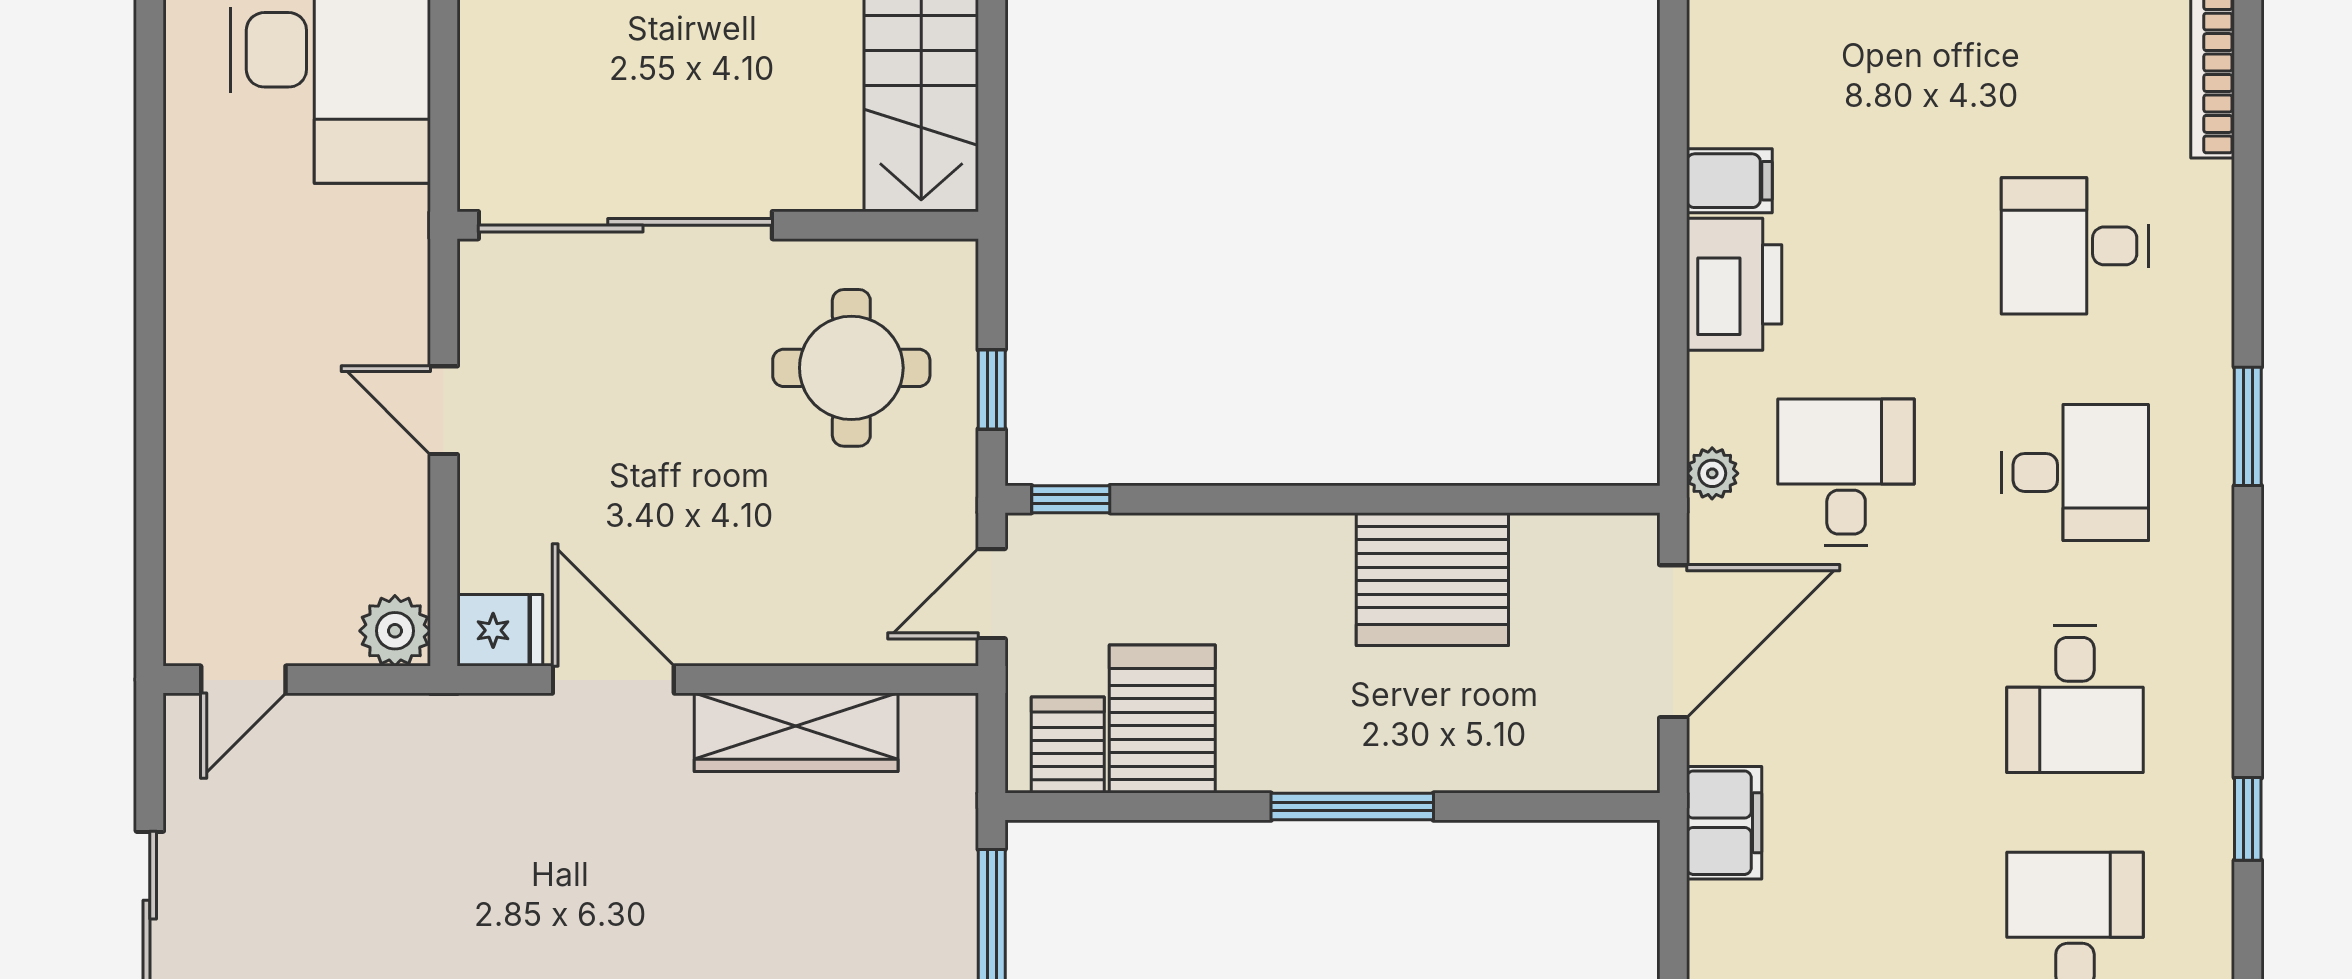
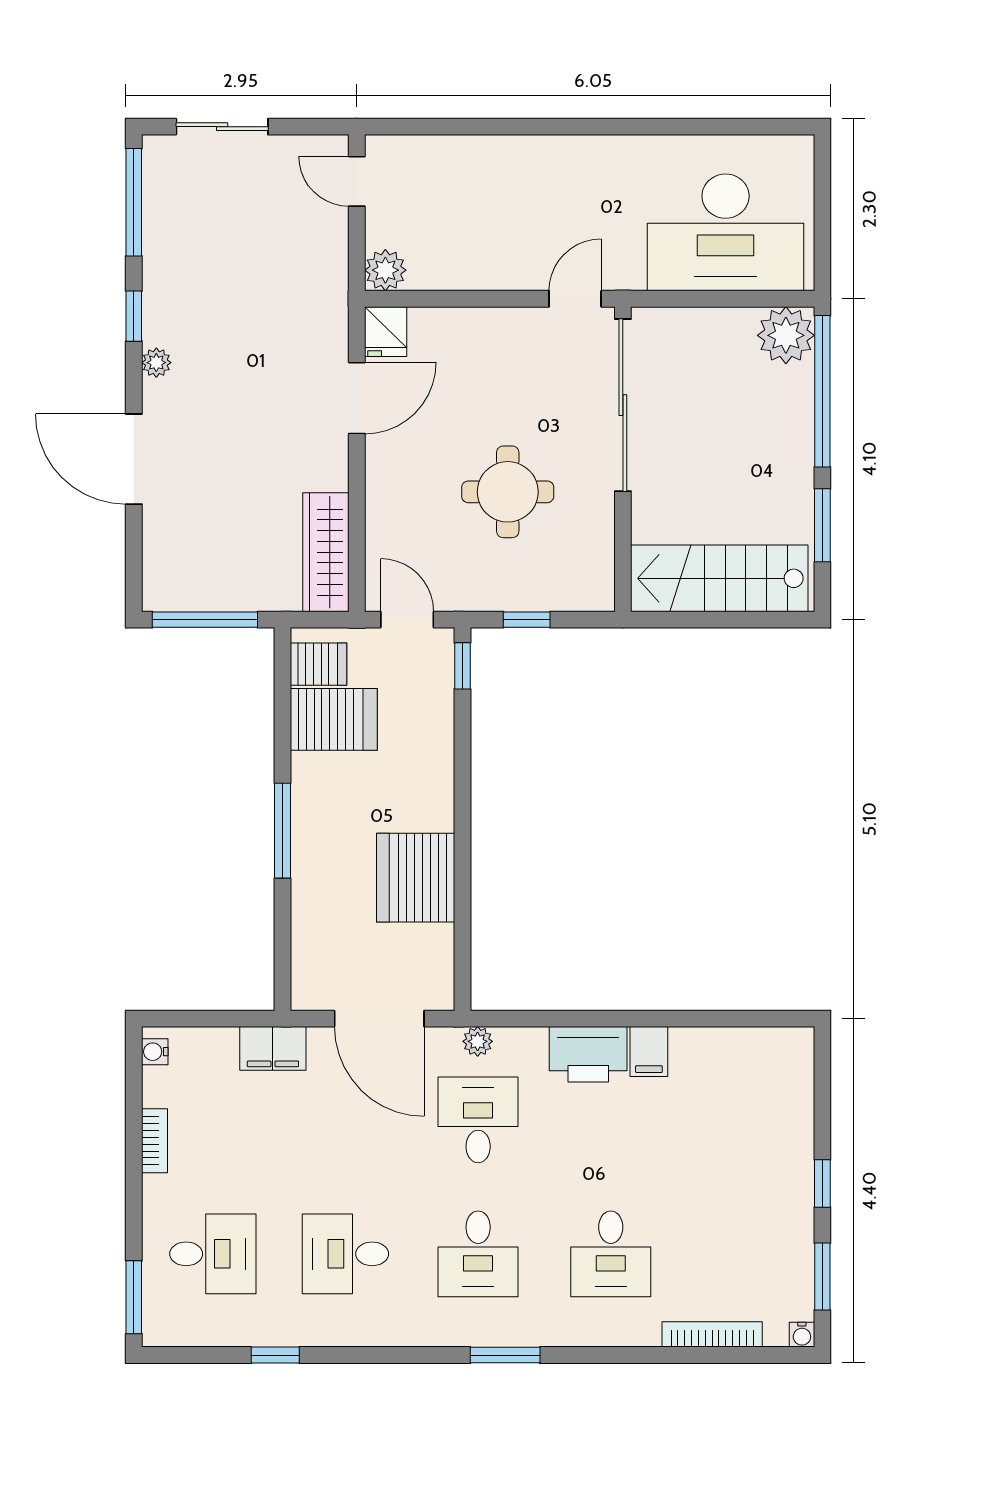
desk: (2075, 246) -> (611, 1254), turned 180
round table: (851, 368) -> (508, 492), moved
door: (444, 410) -> (575, 299), moved
desk: (1846, 472) -> (478, 1120), turned -90
wardrobe: (796, 732) -> (326, 552), moved

